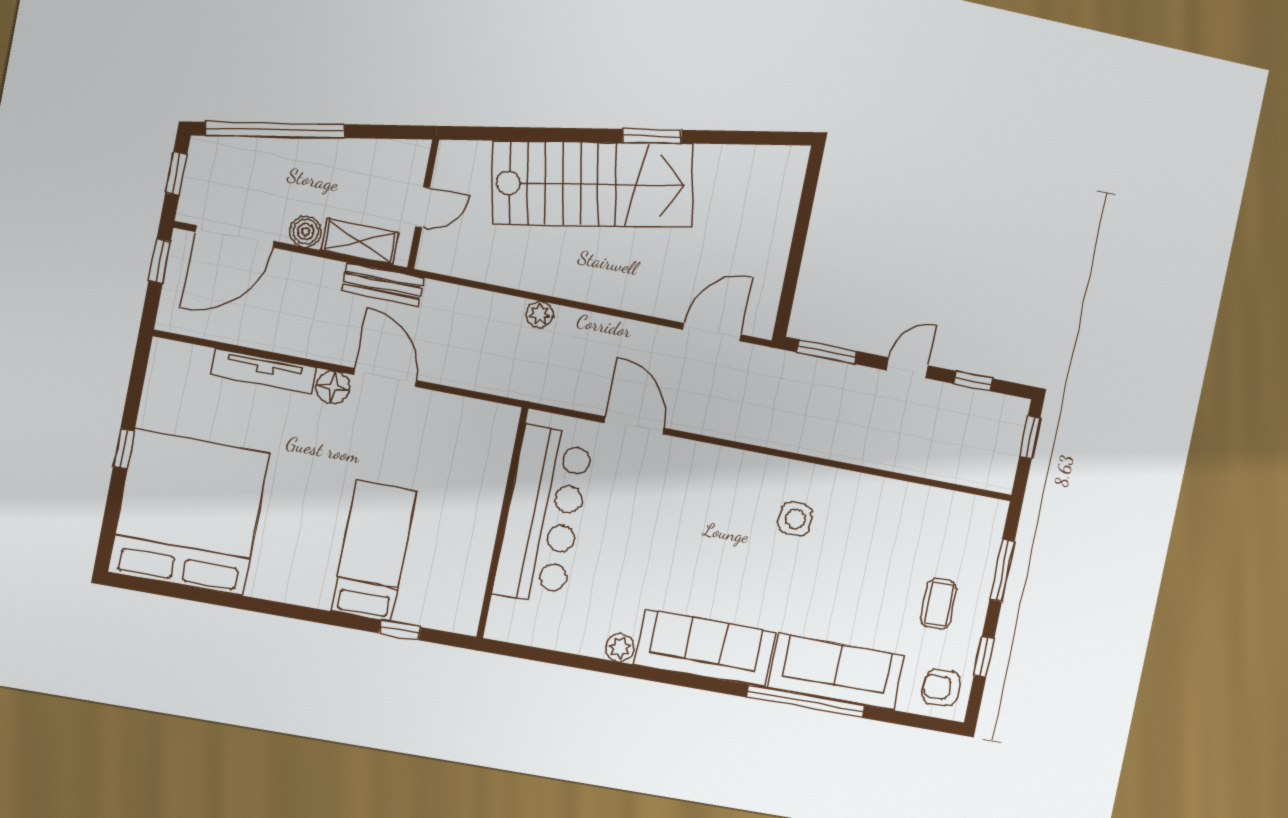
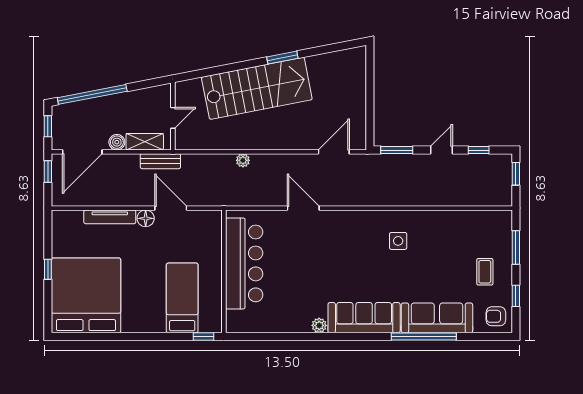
bar counter: (543, 515) -> (244, 263), moved
wall: (502, 523) -> (224, 271), moved

